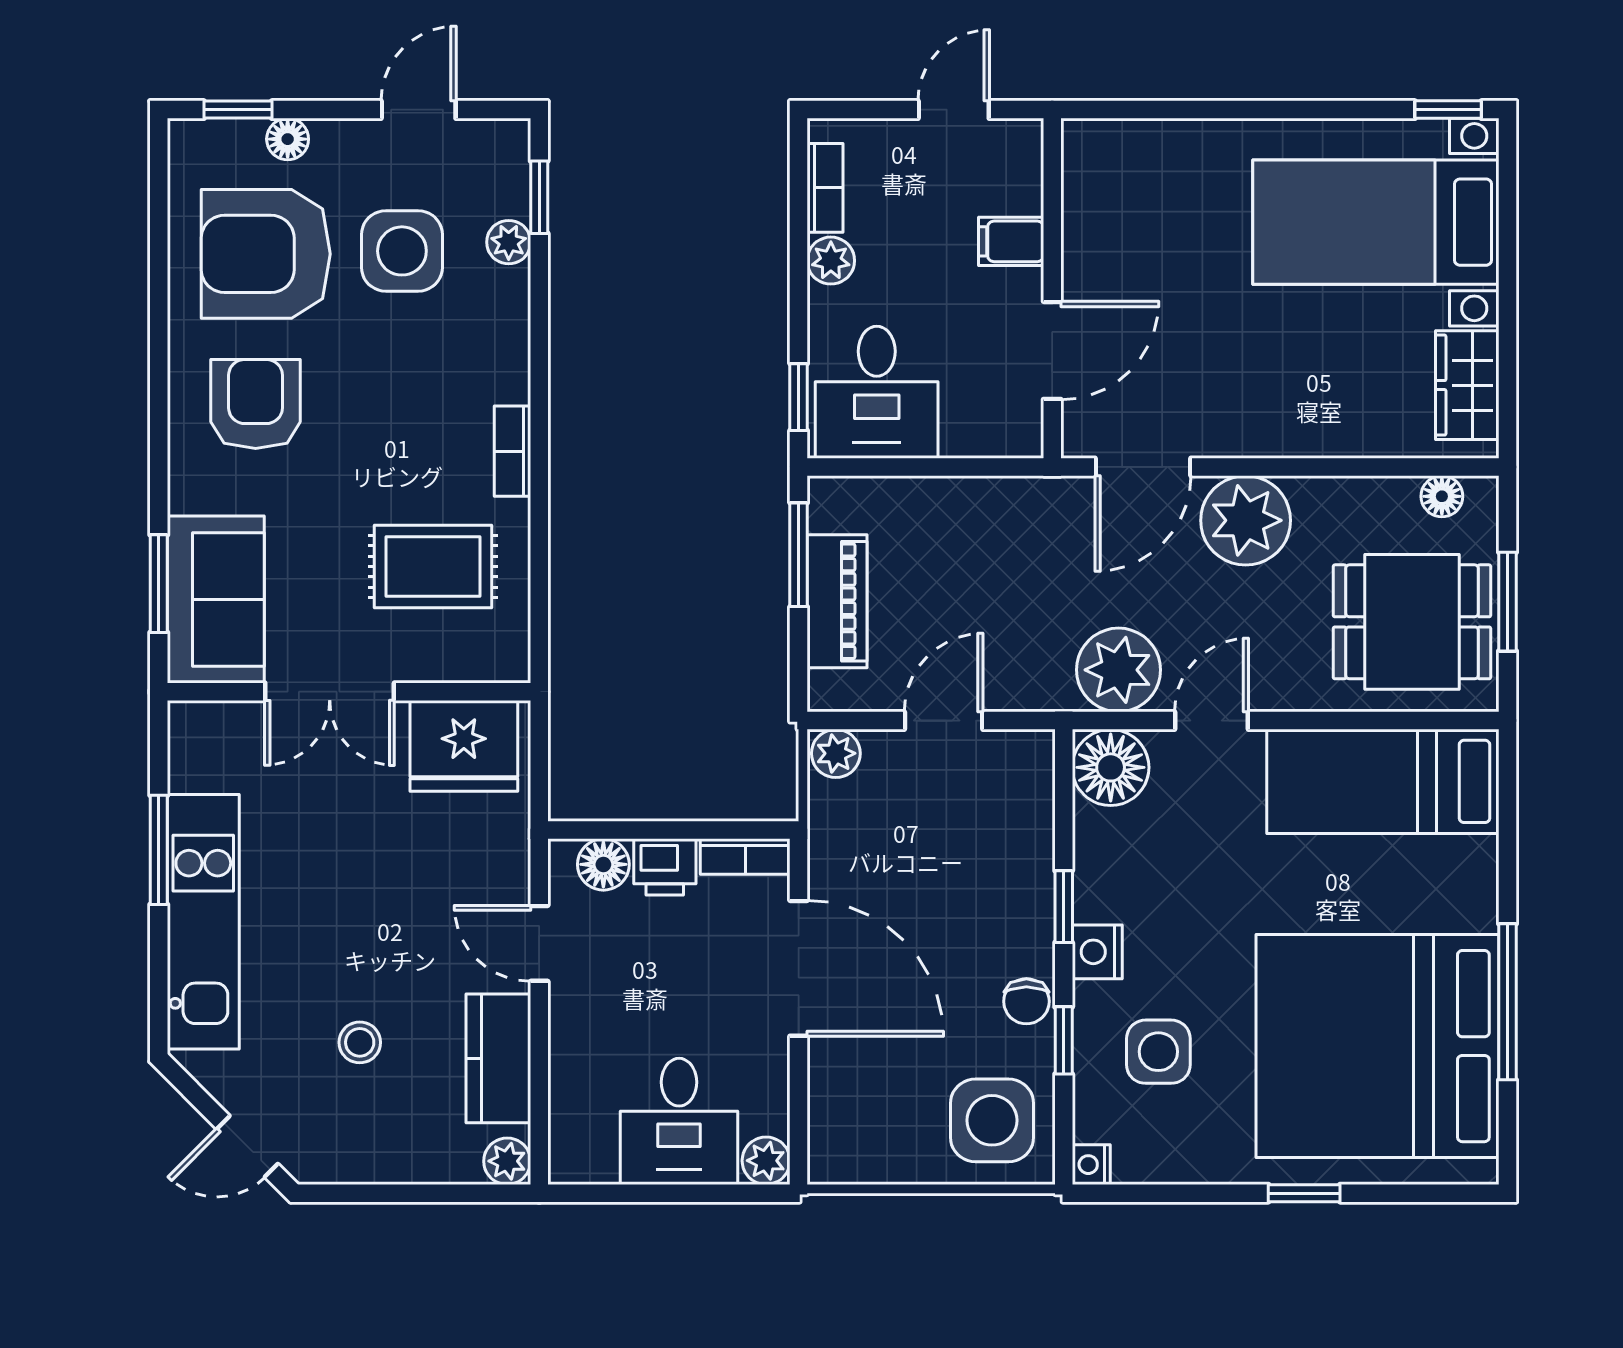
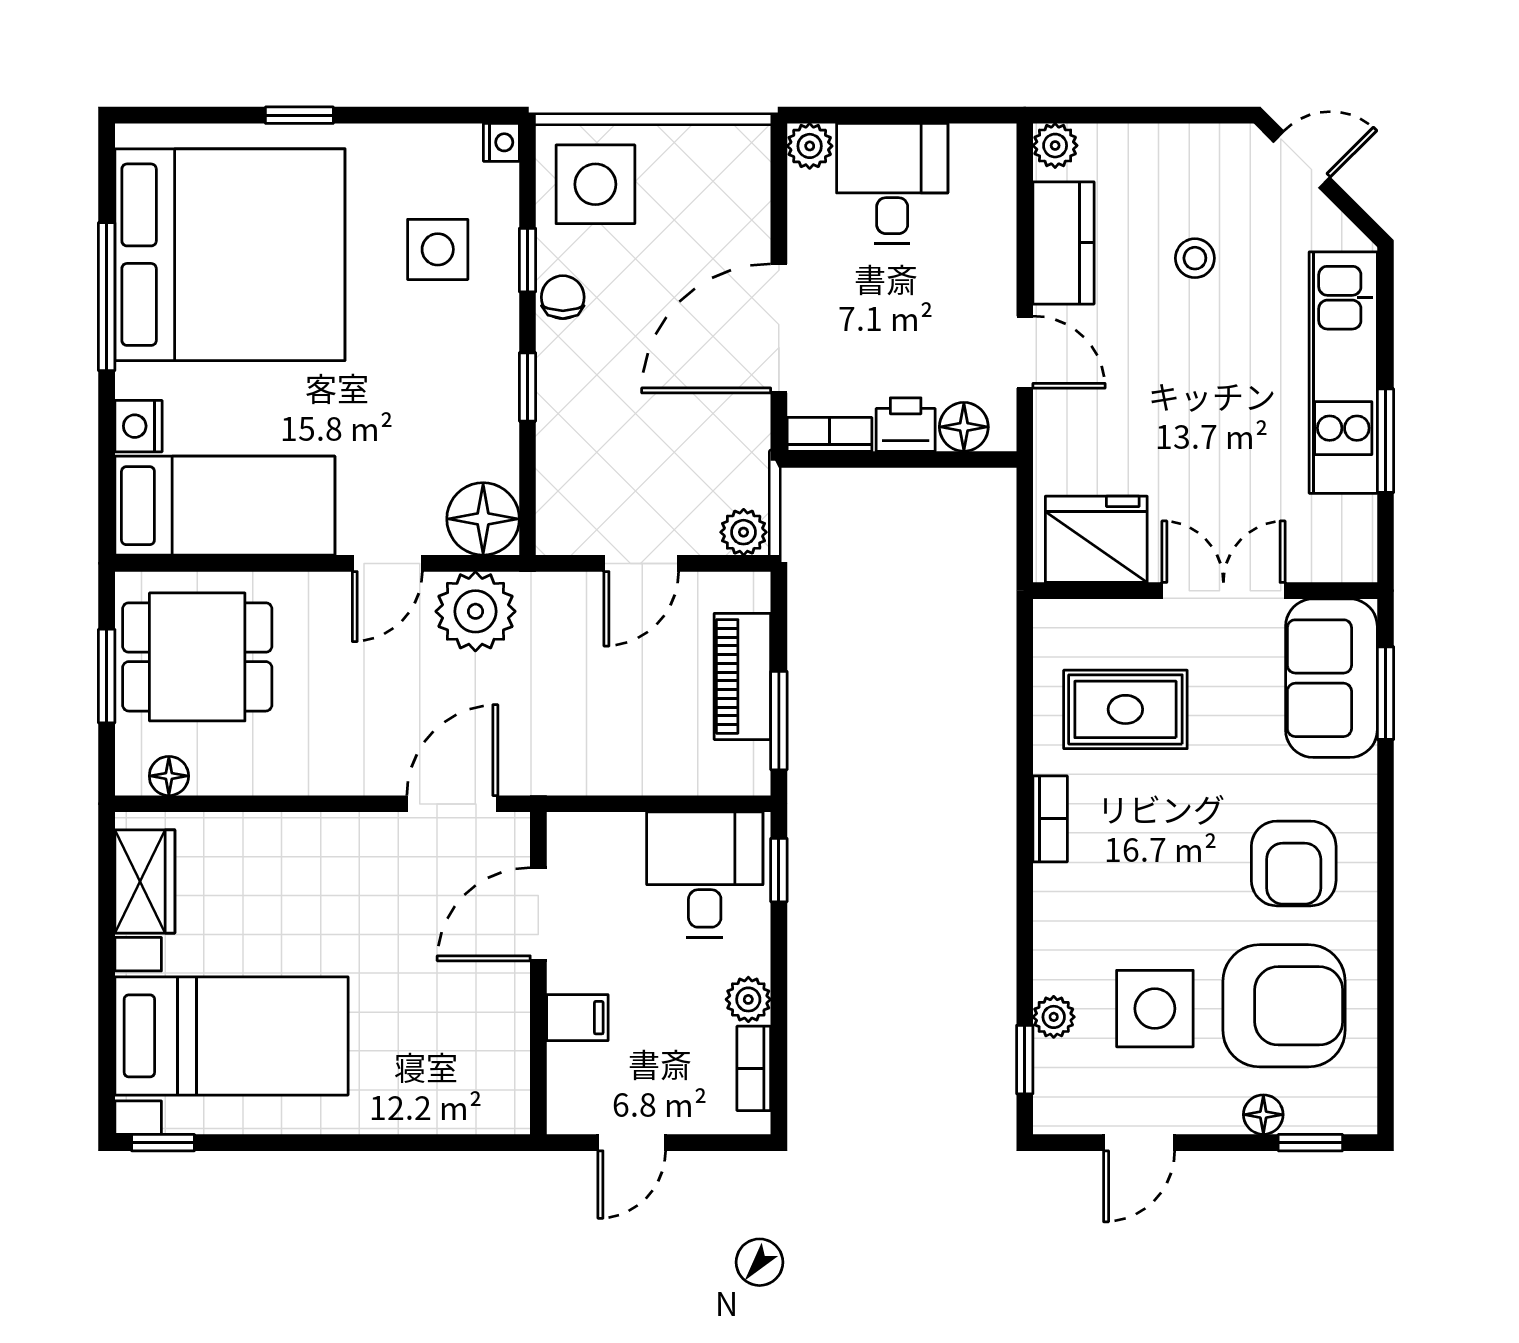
plant: (1246, 520) -> (355, 753), removed
nightstand: (1097, 952) -> (138, 426), moved, turned 180
door: (799, 968) -> (779, 328), hinge flipped

